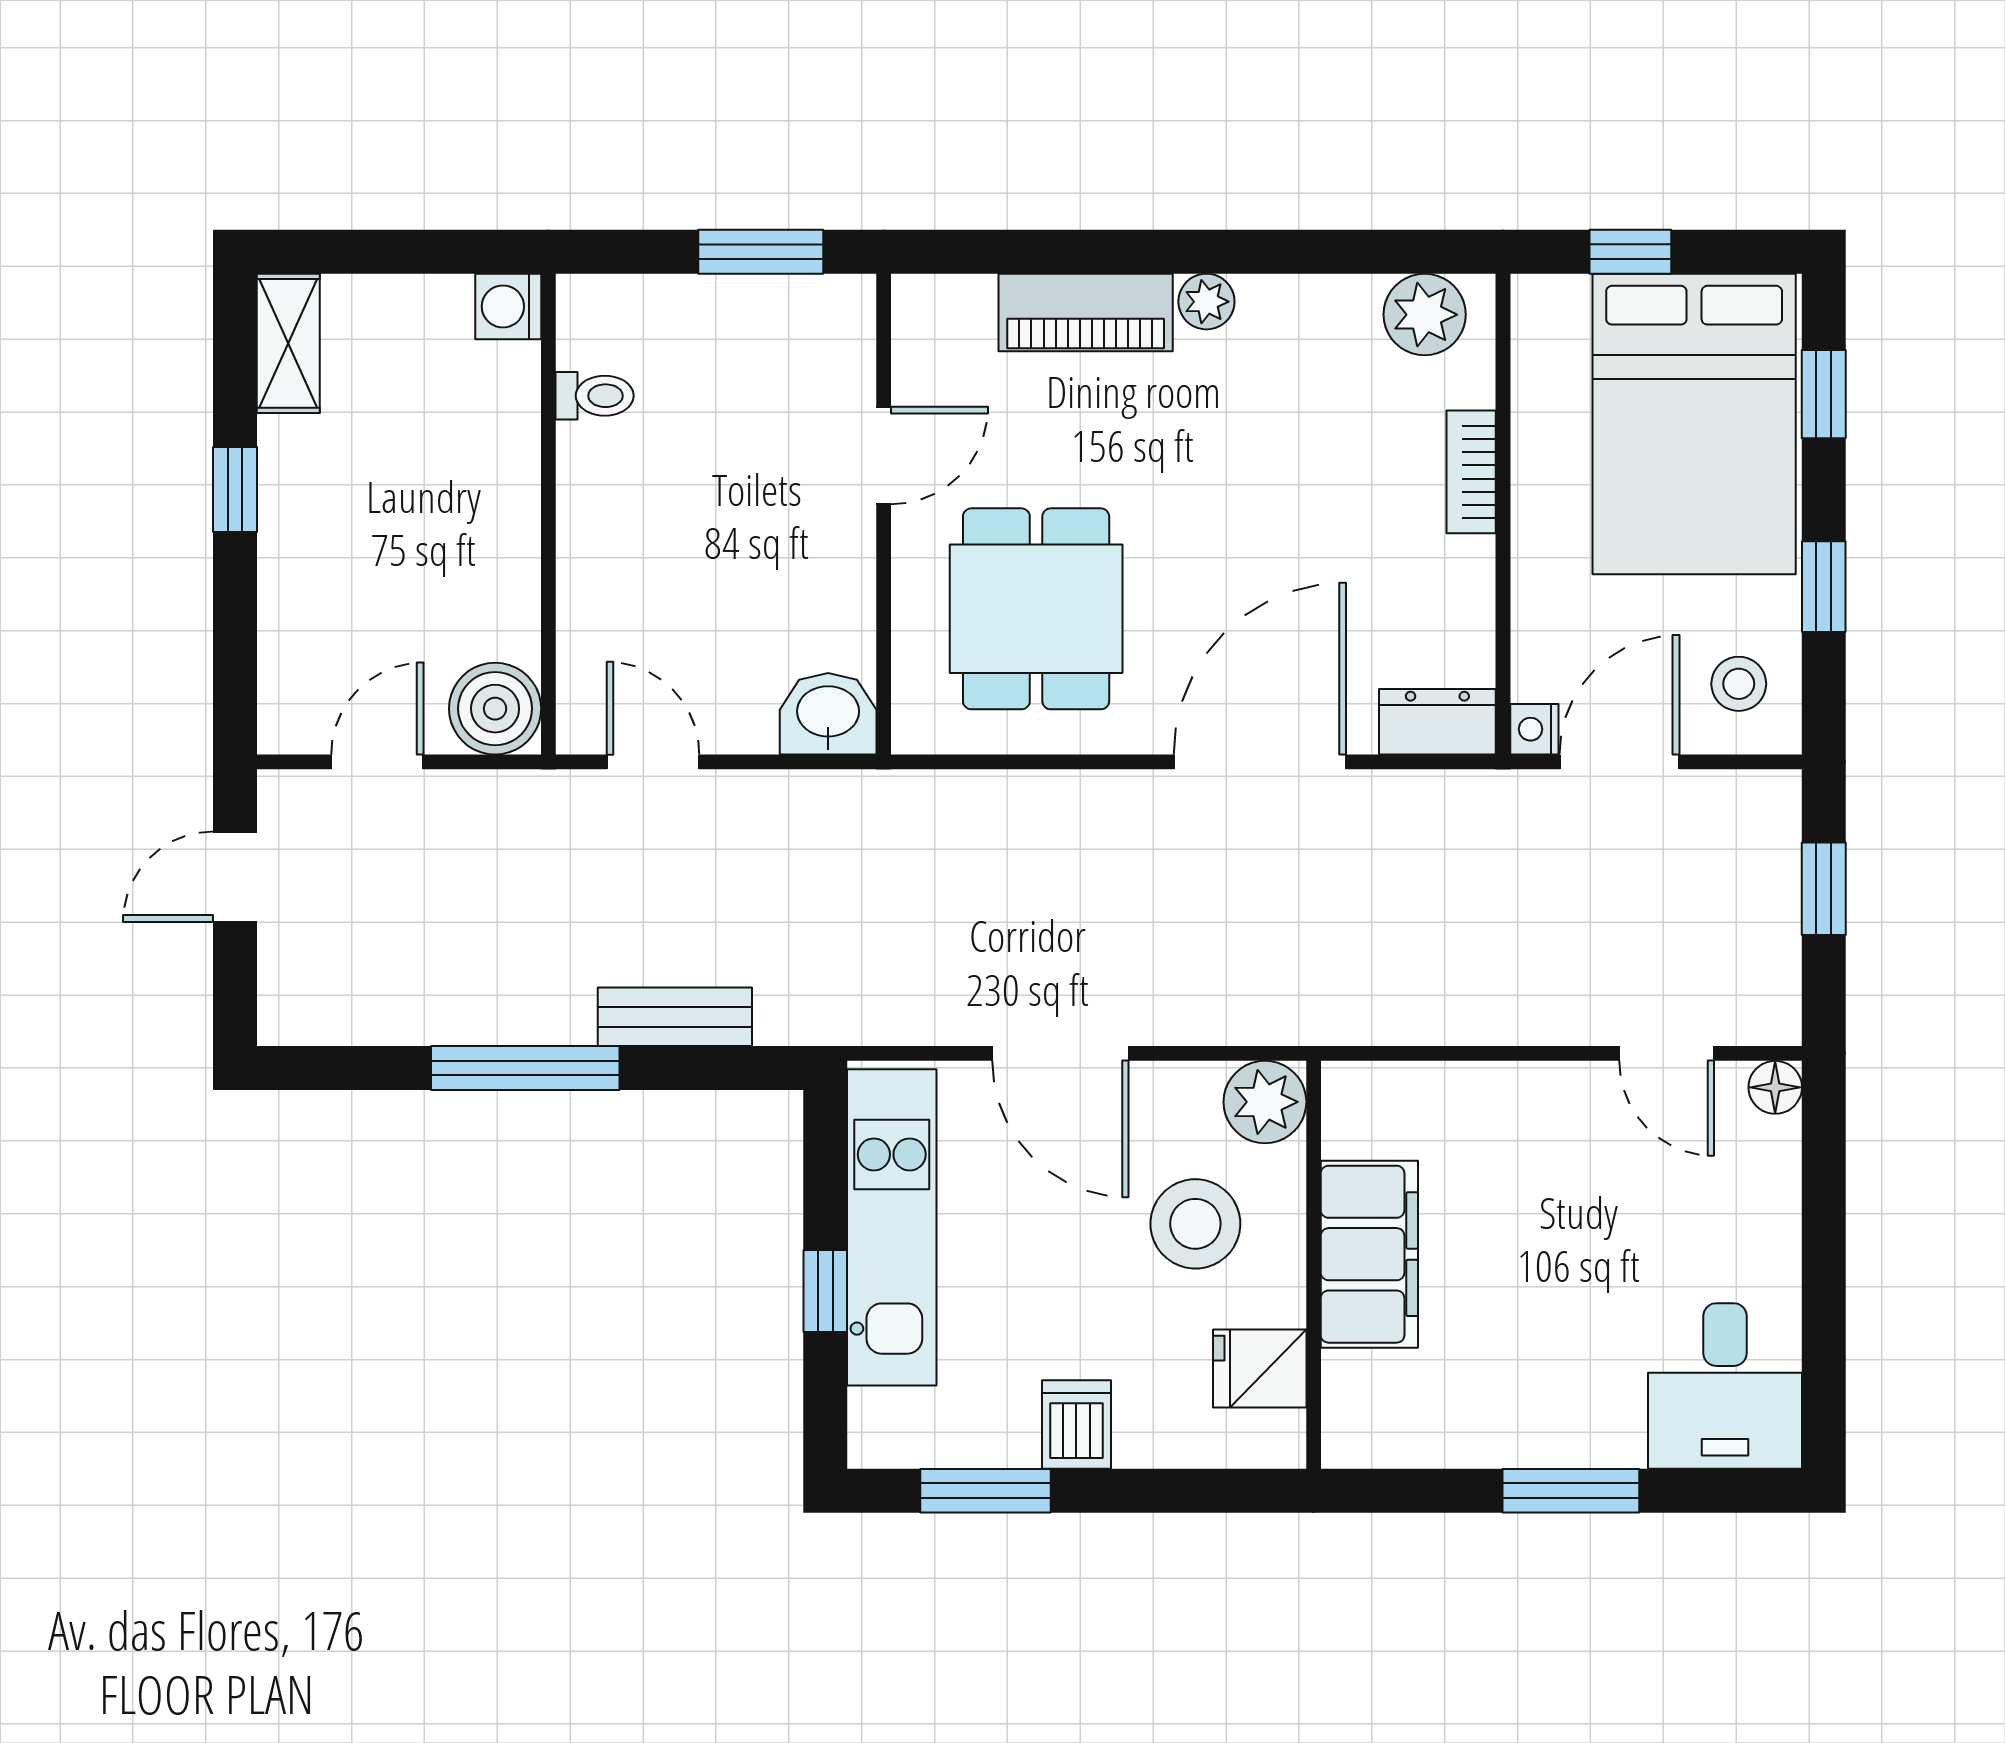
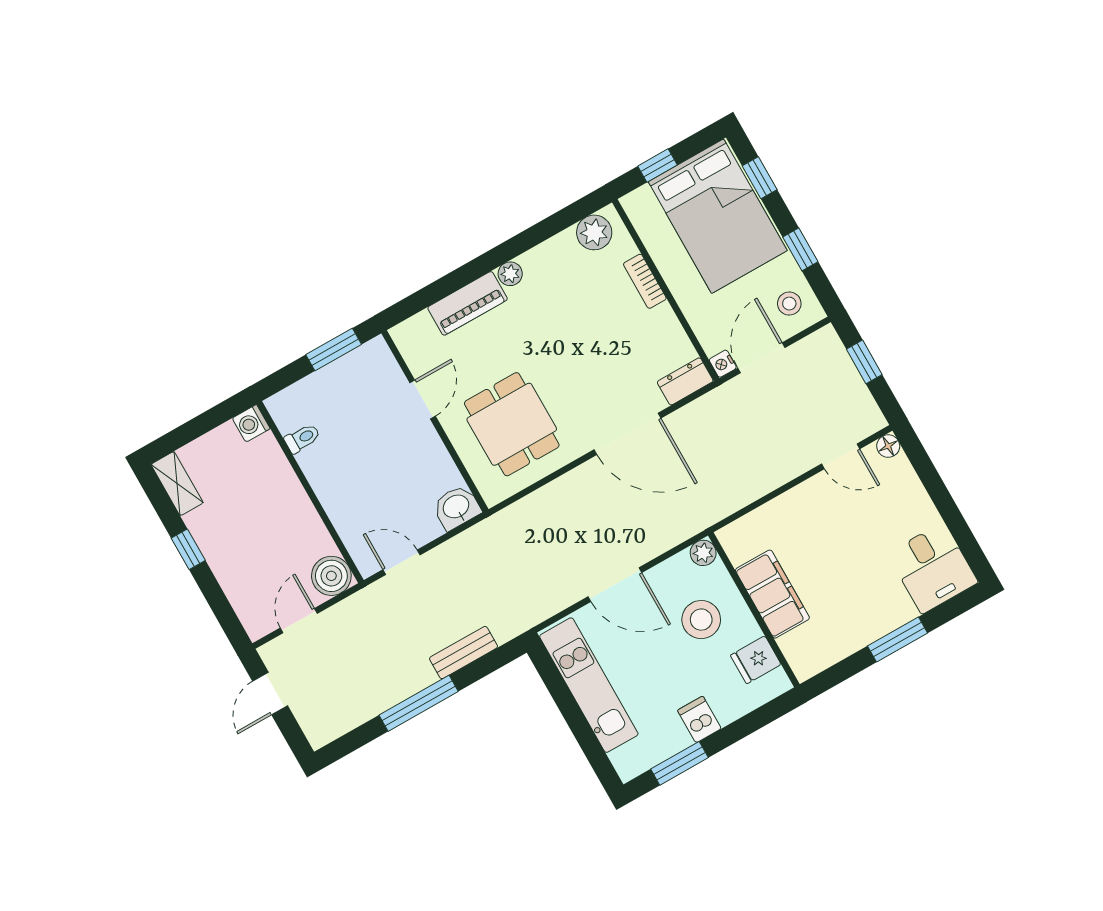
door: (1260, 762) -> (627, 434), swing flipped
plant: (1265, 1102) -> (703, 553), width x0.73, depth x0.73
window: (825, 1291) -> (578, 723), removed

